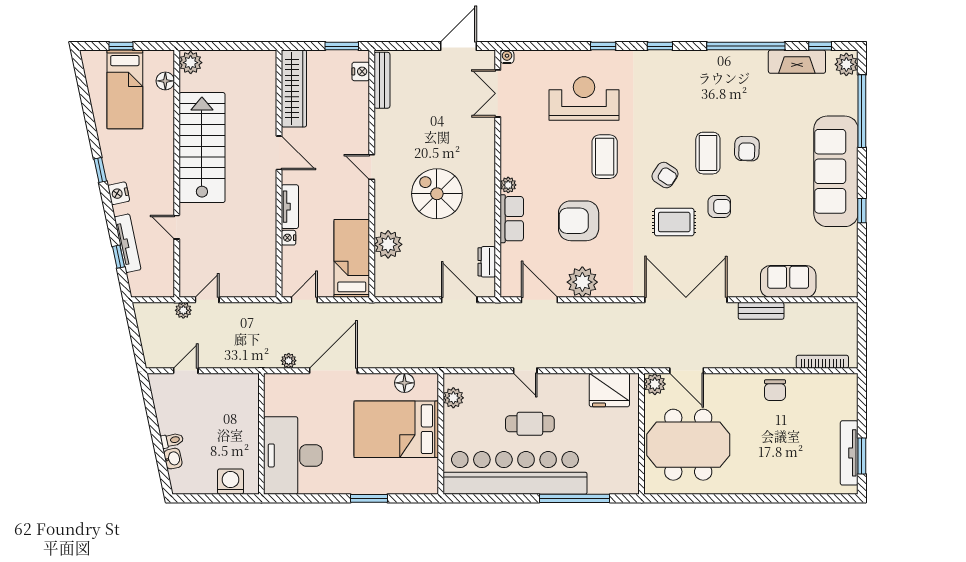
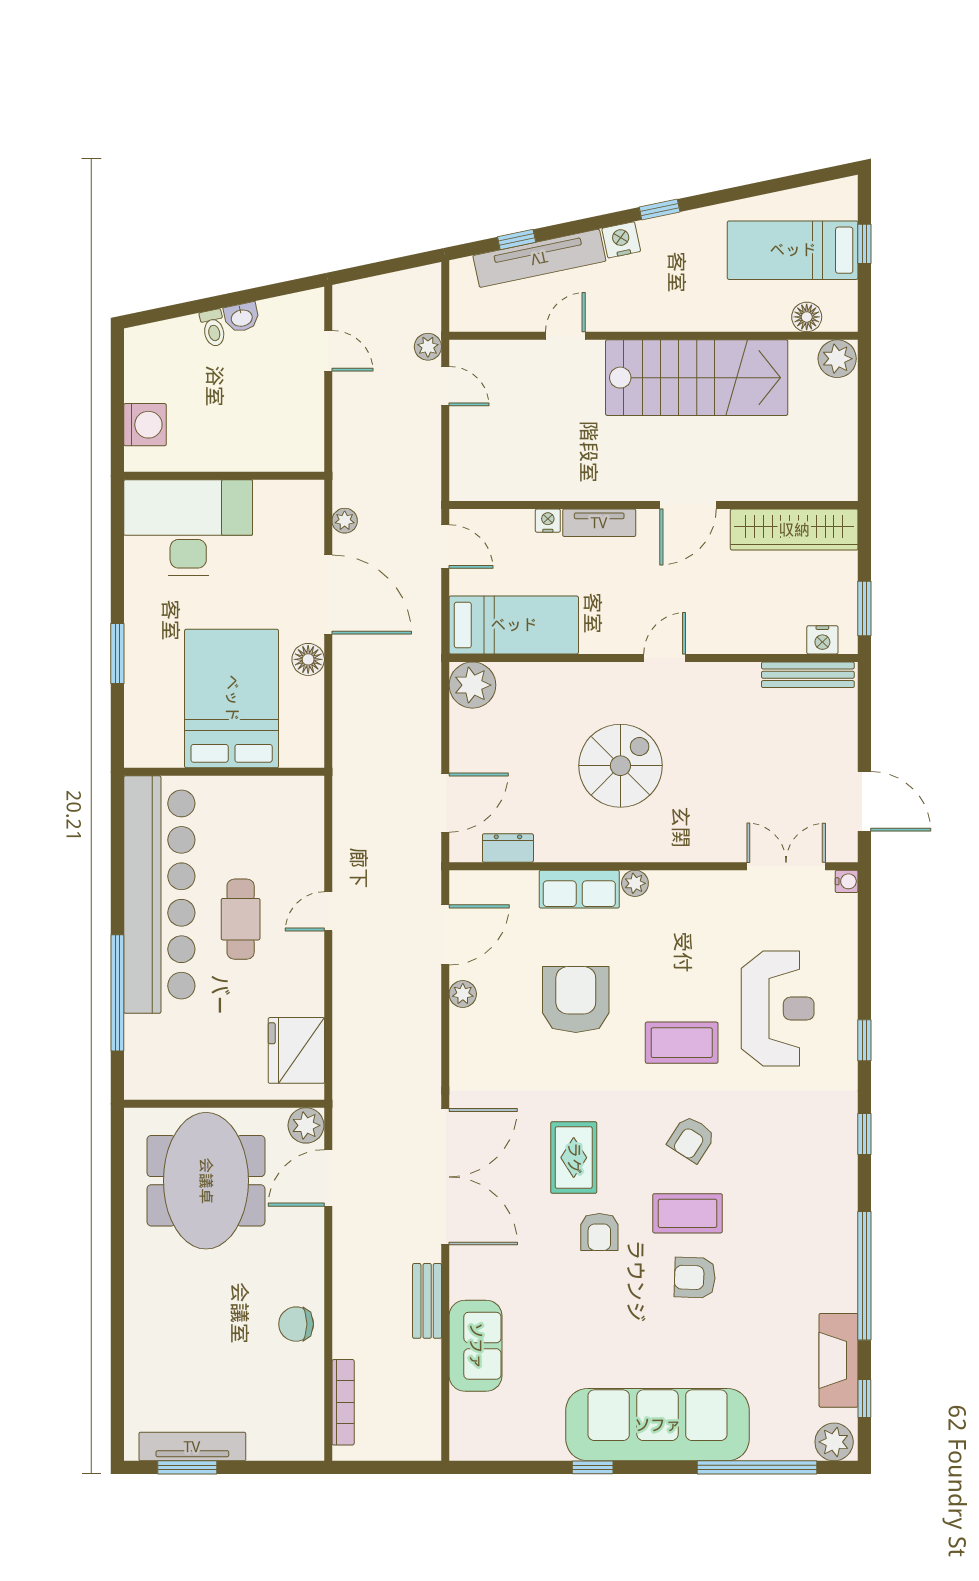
armchair: (665, 175) -> (691, 1139), moved
tv unit: (128, 243) -> (539, 258), width x1.36, depth x1.29
plant: (388, 244) -> (472, 685), moved
plant: (582, 282) -> (463, 994), width x0.53, depth x0.53
floor lamp: (404, 383) -> (308, 659), moved
plant: (453, 398) -> (283, 793), removed
washbasin: (173, 459) -> (242, 317), moved

